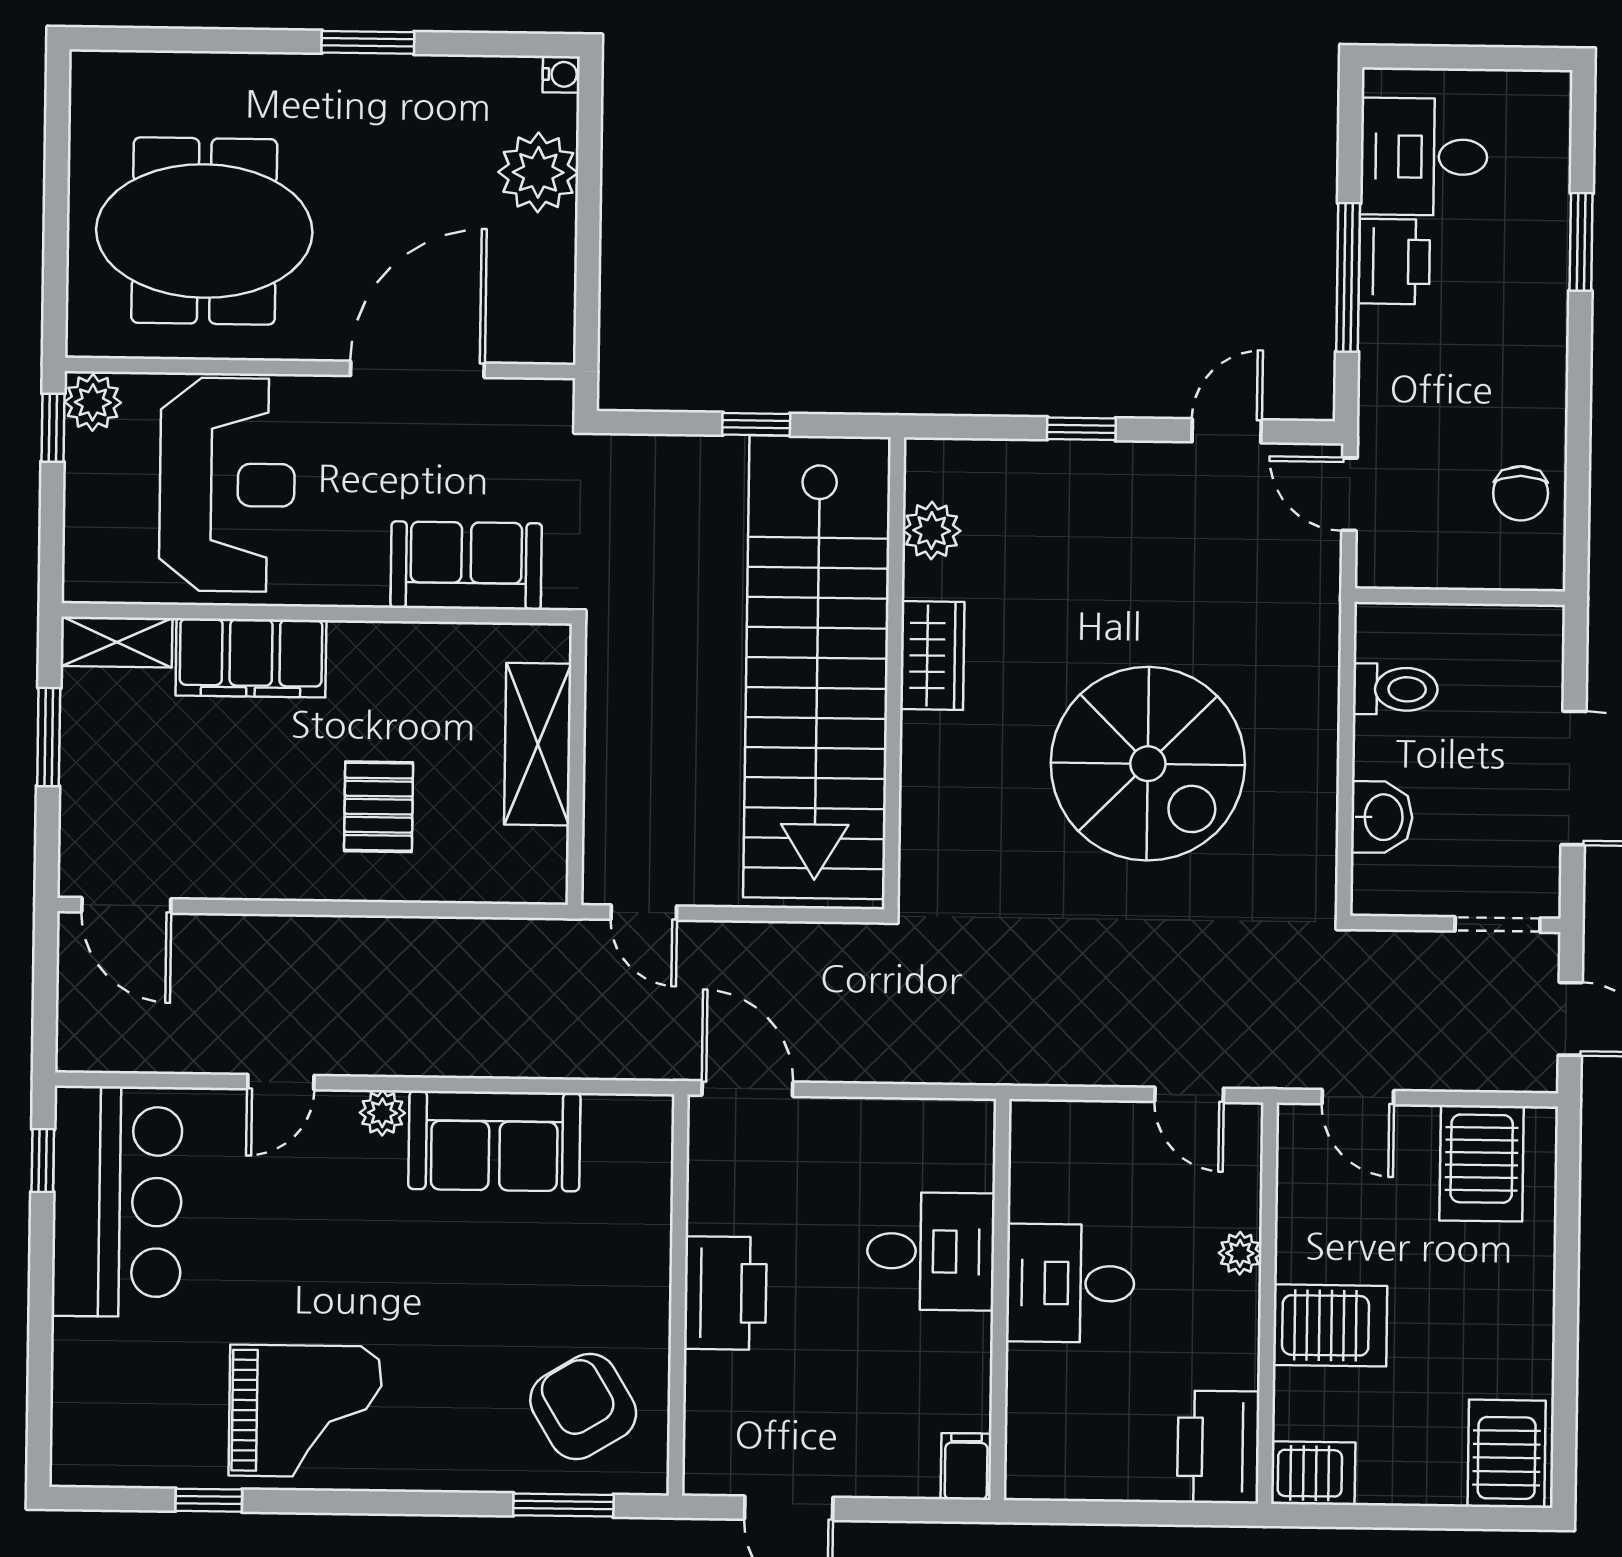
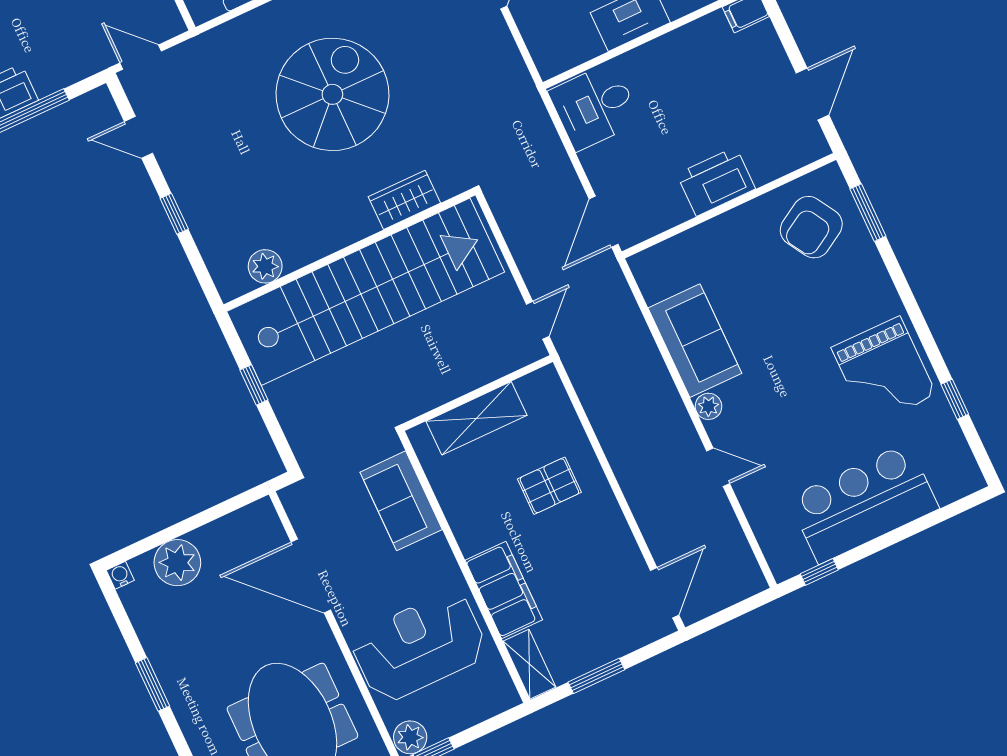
door: (1349, 494) -> (141, 57), swing flipped
wardrobe: (932, 656) -> (404, 200), moved
bar counter: (117, 1202) -> (863, 503), moved
desk: (931, 1251) -> (595, 106), moved, turned -90
grand piano: (305, 1411) -> (884, 371), turned 180

